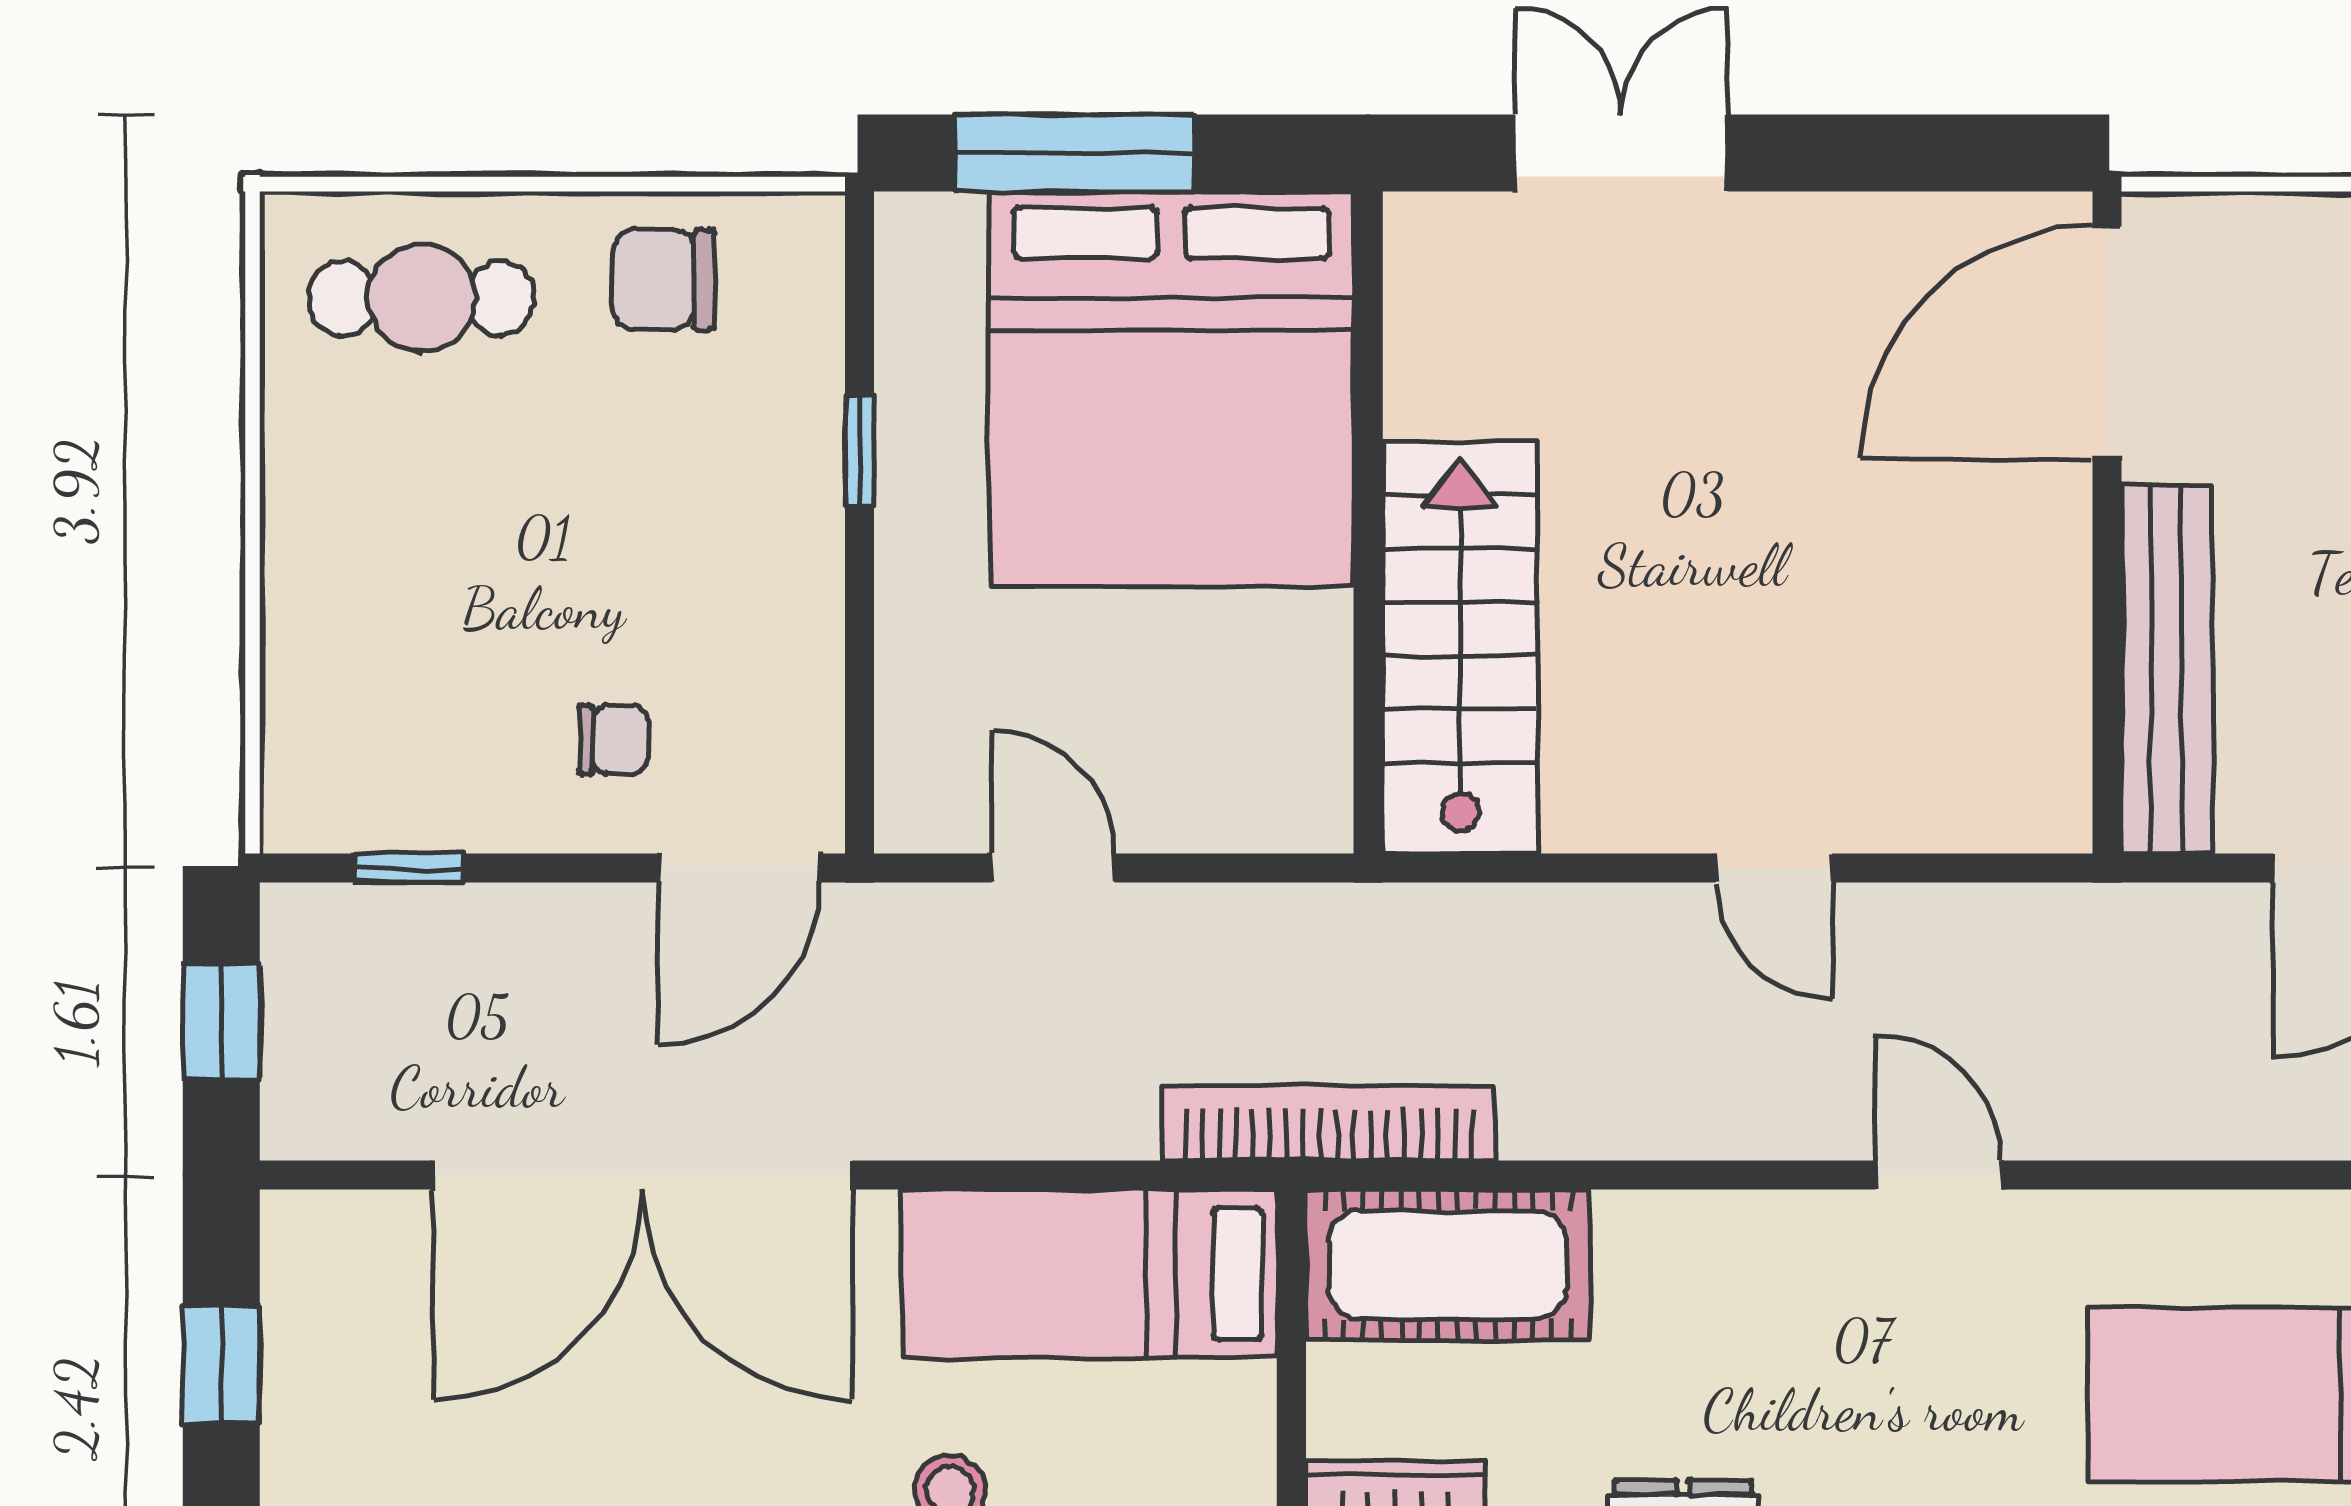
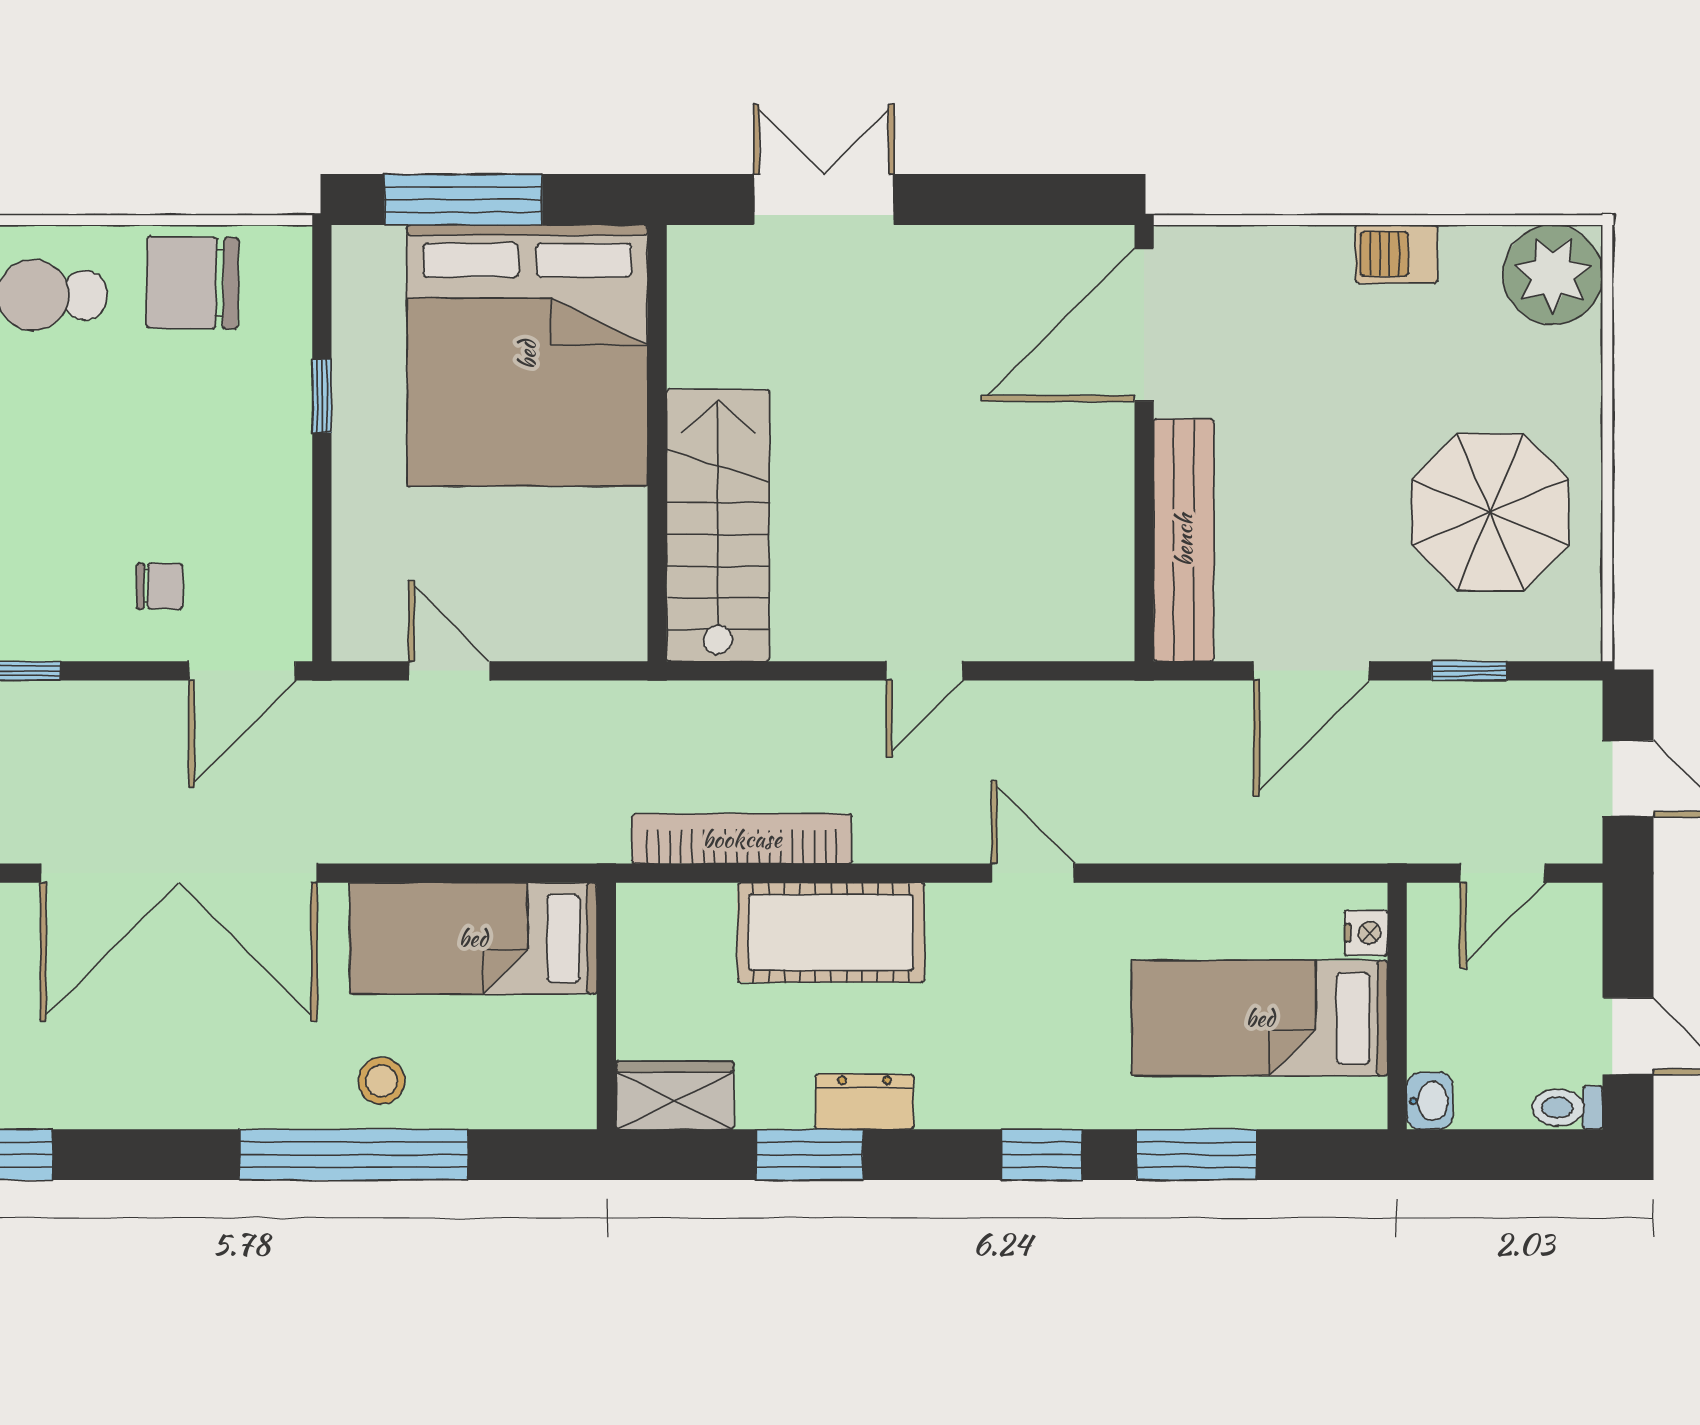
chair: (663, 279) -> (192, 283), width x1.37, depth x1.37
door: (1774, 868) -> (924, 671), hinge flipped
bookcase: (1329, 1123) -> (742, 839), moved
cot: (1448, 1265) -> (831, 932), moved

